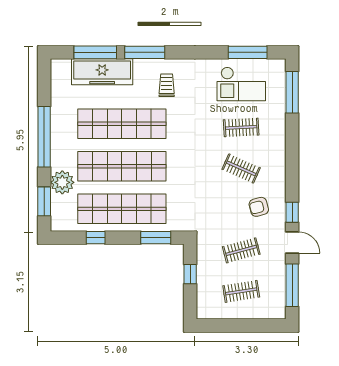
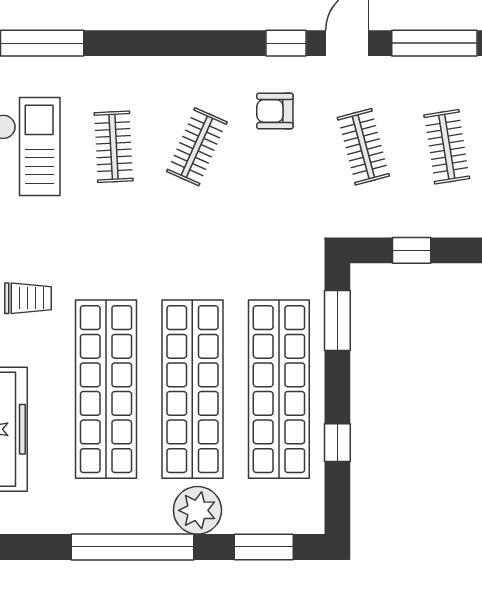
trolley: (167, 85) -> (28, 298), turned 180
plant: (62, 182) -> (197, 510), moved
armchair: (259, 207) -> (275, 111), turned 105

